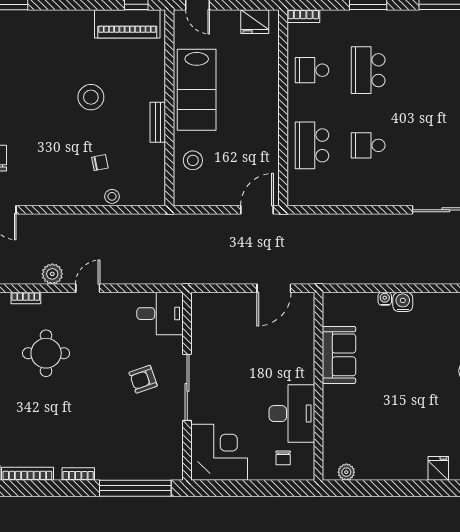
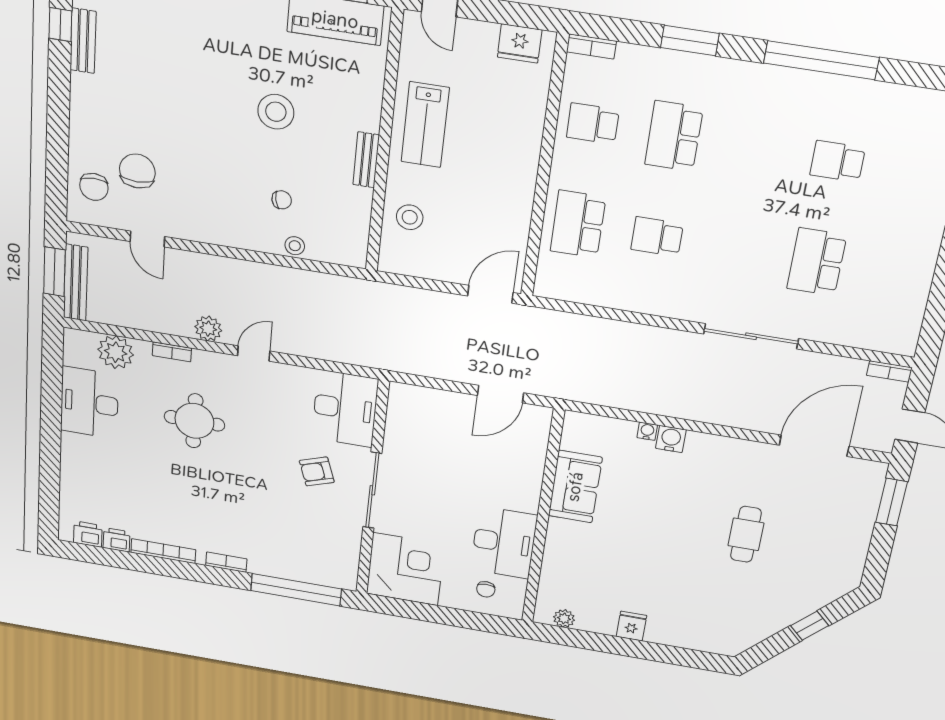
lab bench: (197, 90) -> (425, 125), width x0.73, depth x0.72
desk: (160, 314) -> (345, 409), width x1.37
fridge: (438, 468) -> (631, 626), moved

